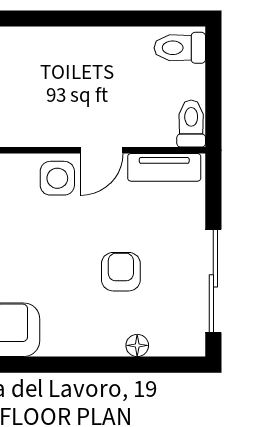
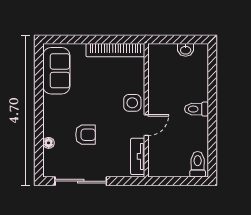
toilet: (191, 124) -> (196, 109), moved, turned 180
door: (102, 150) -> (146, 125), swing flipped

